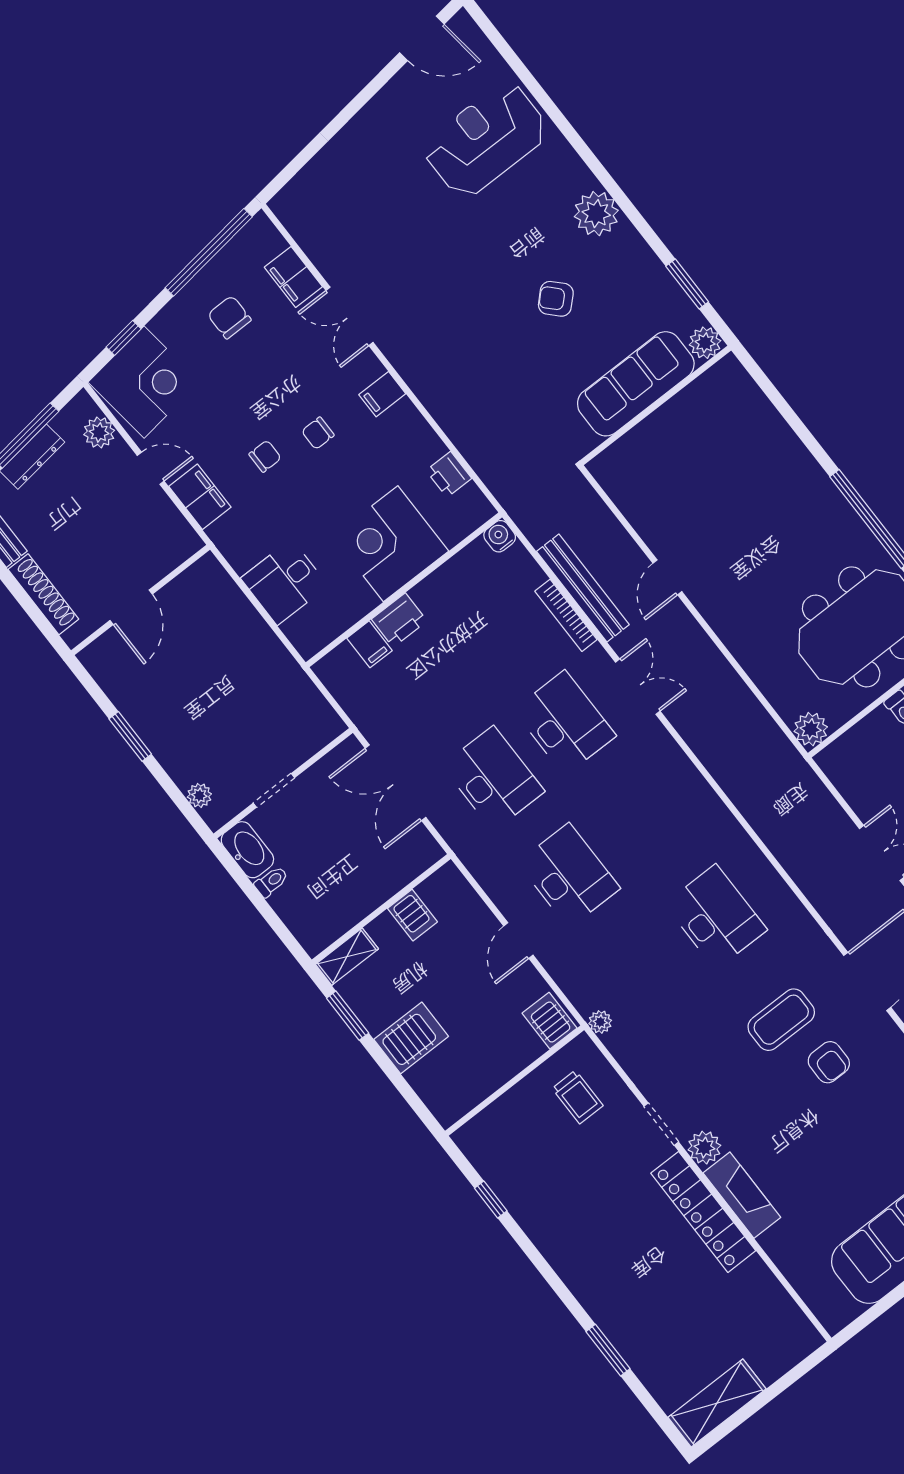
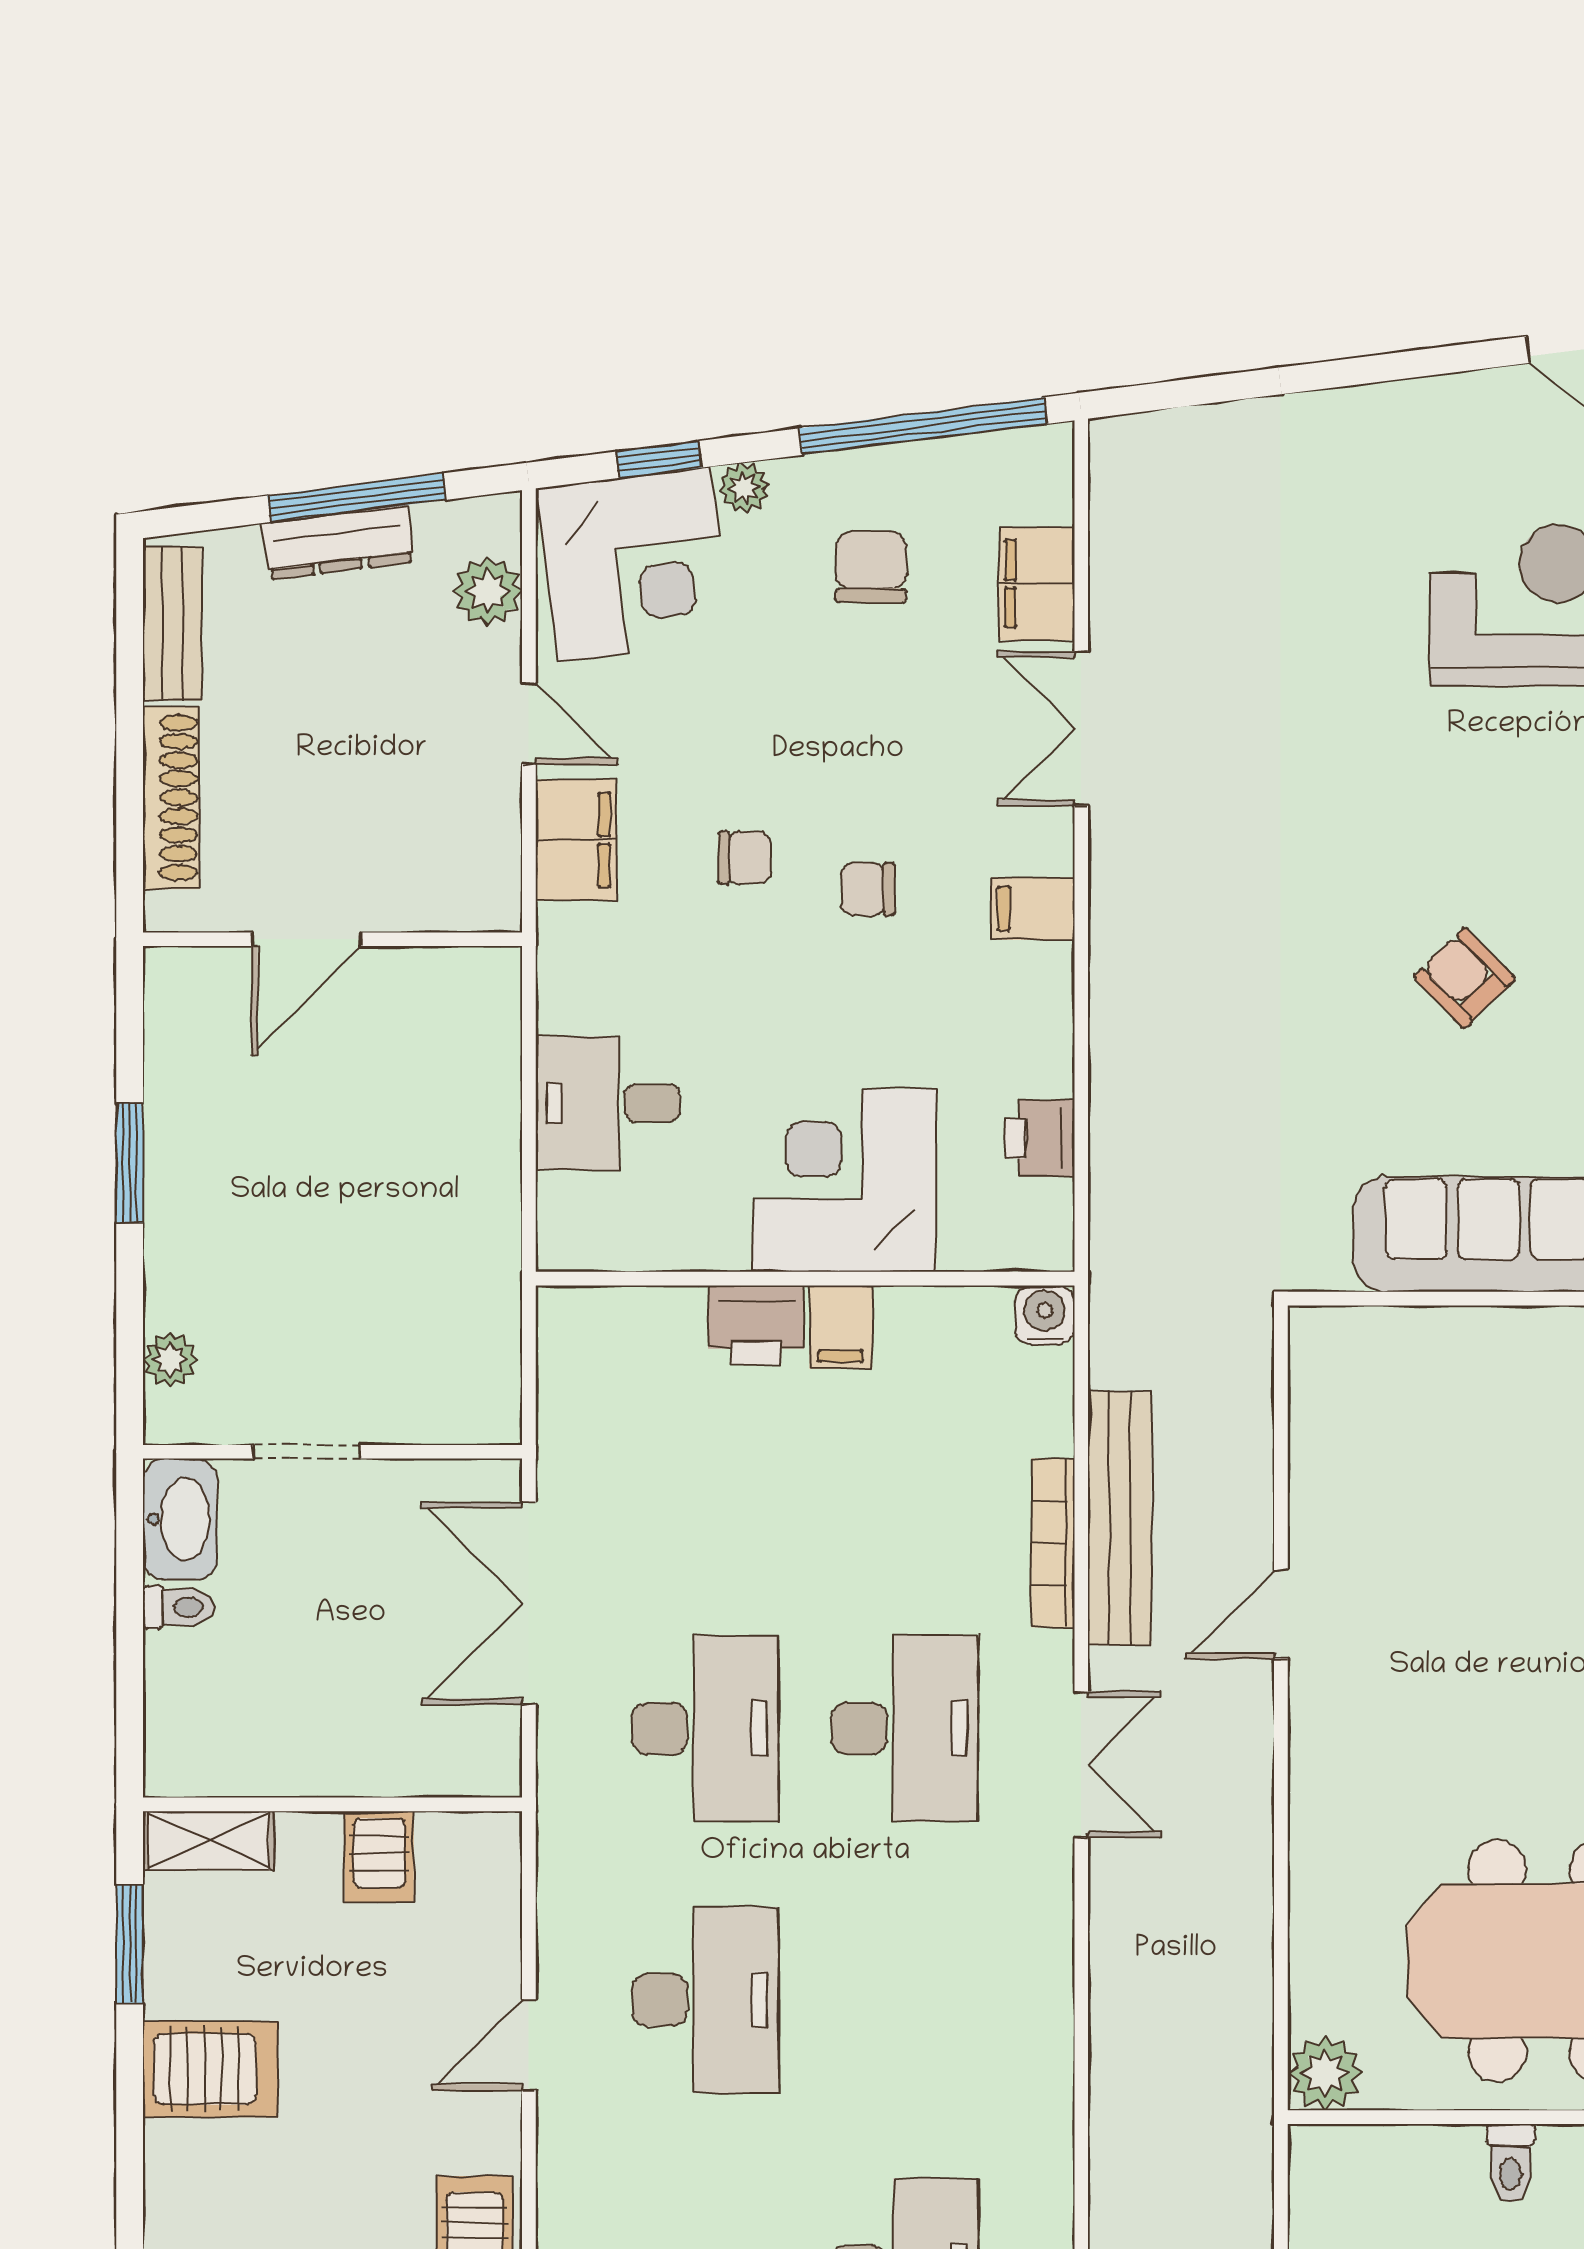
plant: (162, 324) -> (744, 488), added
filing cabinet: (370, 644) -> (841, 1327), moved

